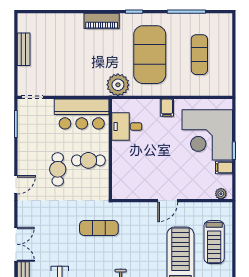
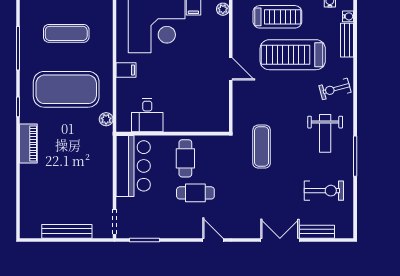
bench: (24, 49) -> (67, 231), width x1.36
plant: (118, 85) -> (106, 119), width x0.53, depth x0.53

